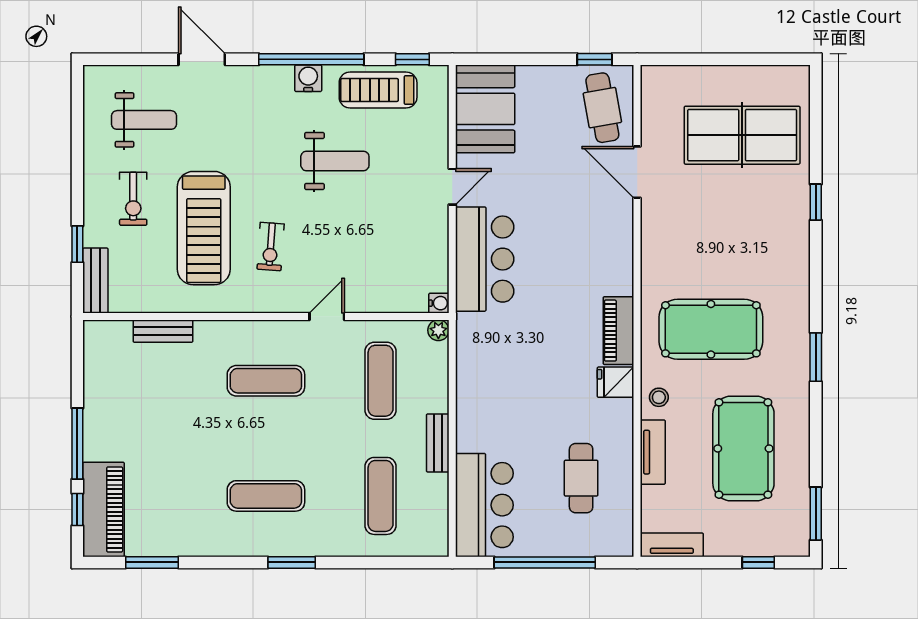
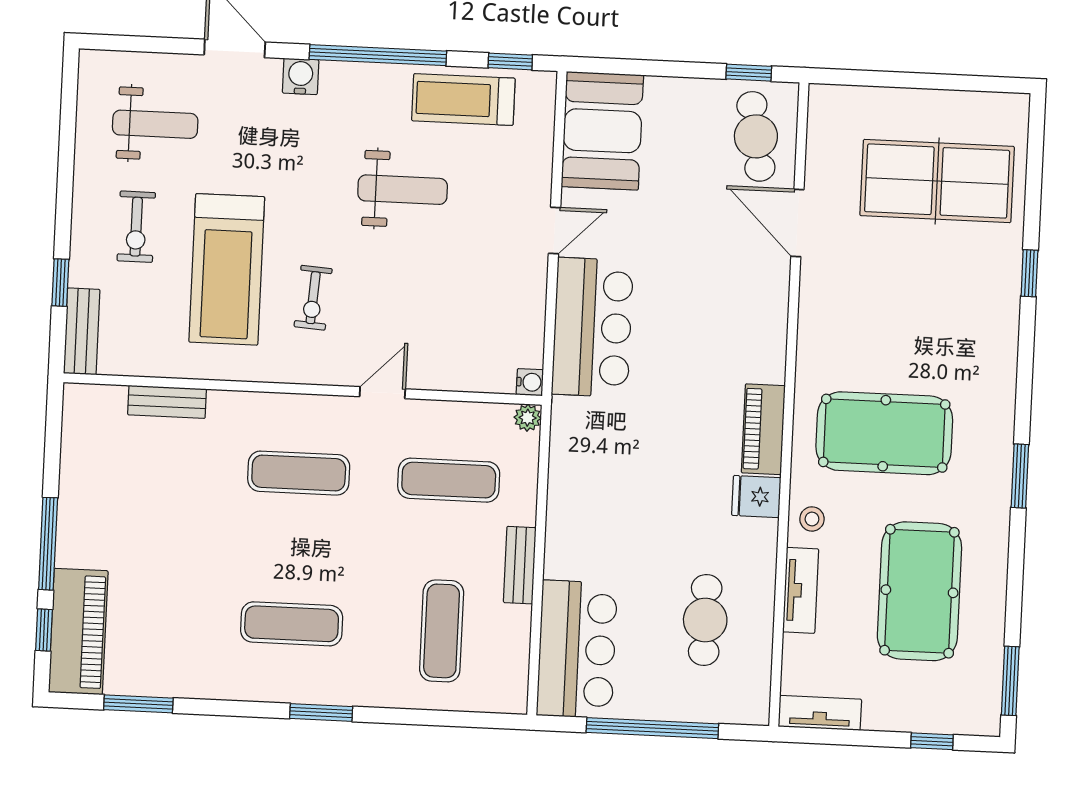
water cooler: (308, 78) -> (301, 76), moved
exercise mat: (381, 381) -> (449, 480), turned 90

